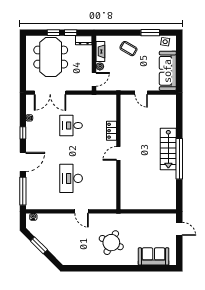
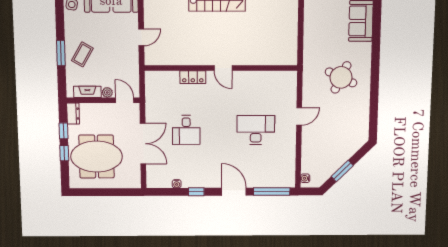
window: (150, 33) -> (61, 53), moved
double door: (50, 93) -> (143, 144), moved
desk: (71, 178) -> (256, 130), turned 180

